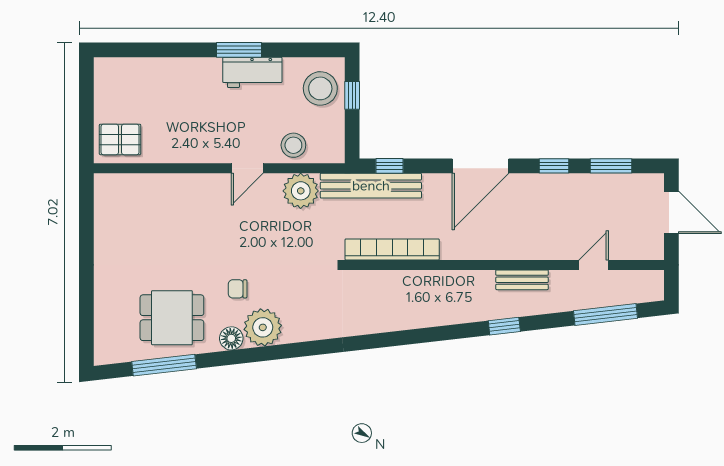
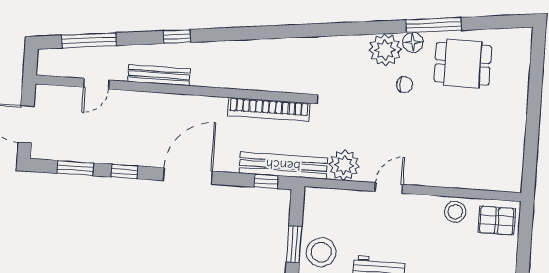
window: (352, 95) -> (294, 244), width x1.50
stool: (293, 145) -> (455, 212), moved
bench: (522, 280) -> (159, 75), width x1.36
window: (164, 365) -> (434, 25), moved

